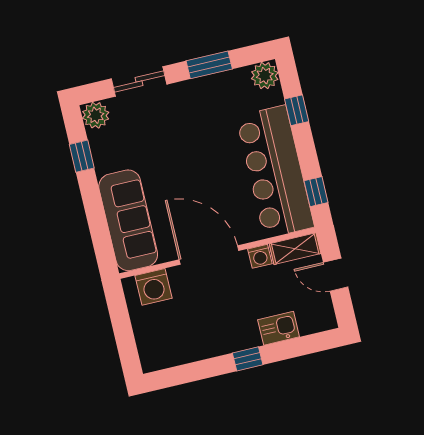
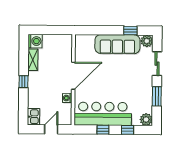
window: (316, 192) -> (103, 130), moved
sofa: (128, 220) -> (117, 44), moved
shelving: (295, 249) -> (33, 60), moved
washing machine: (153, 287) -> (35, 41), moved, turned 180
kitchen sink: (279, 328) -> (34, 117), moved

